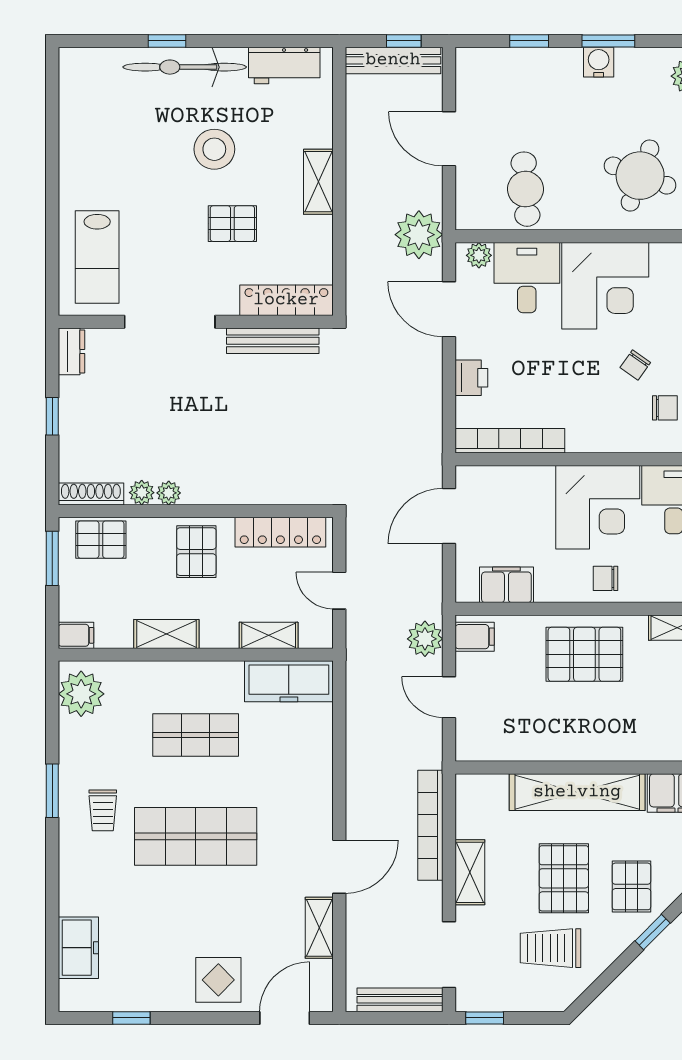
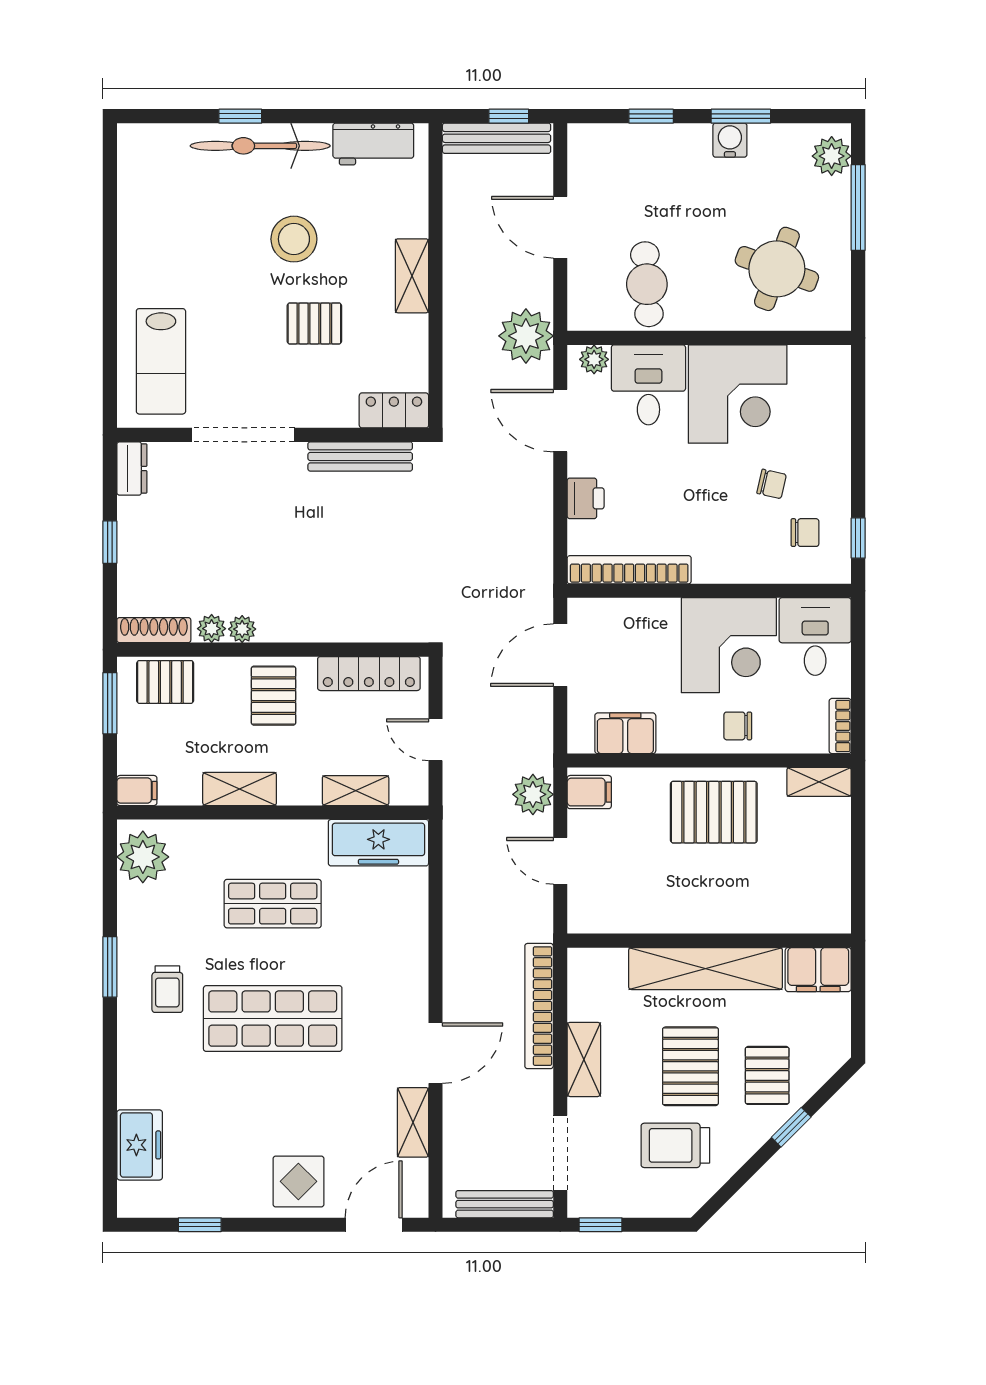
locker: (286, 300) -> (394, 410), width x0.66
chair: (635, 365) -> (772, 484), turned -112

